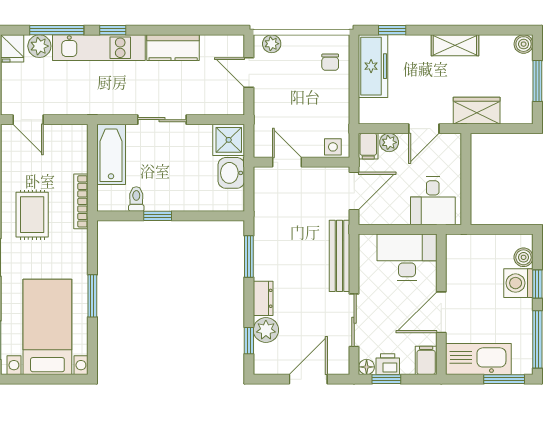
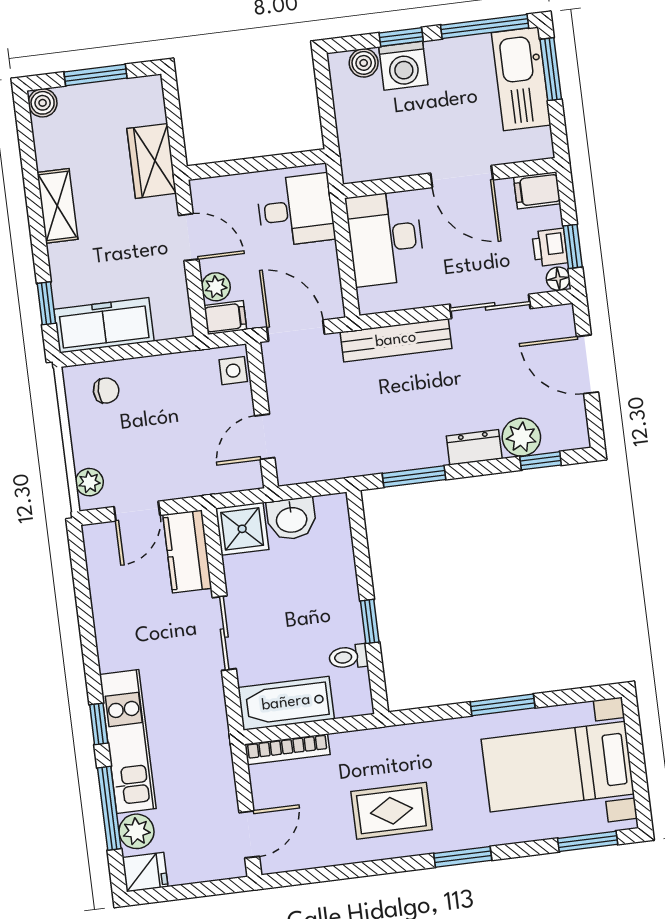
kitchen counter: (173, 48) -> (187, 551), moved, turned 180
bookcase: (81, 201) -> (287, 749), moved
kitchen sink: (478, 359) -> (521, 79), moved

